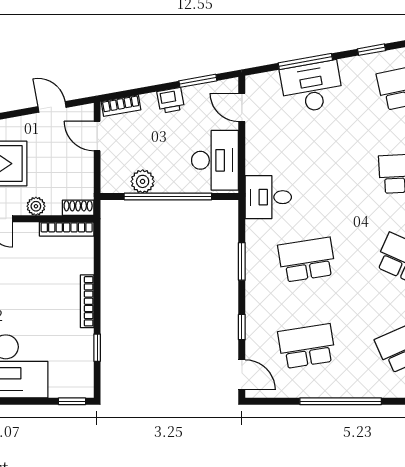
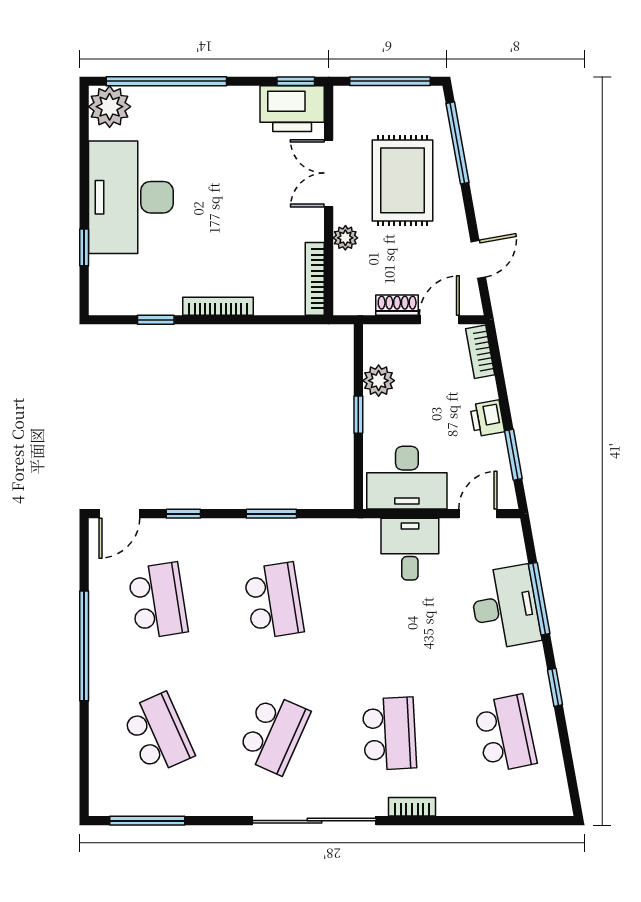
window: (168, 196) -> (358, 415), width x0.32
desk: (268, 197) -> (410, 549), moved
shoe rack: (78, 208) -> (397, 305), moved, turned -90
window: (72, 401) -> (84, 247), moved

